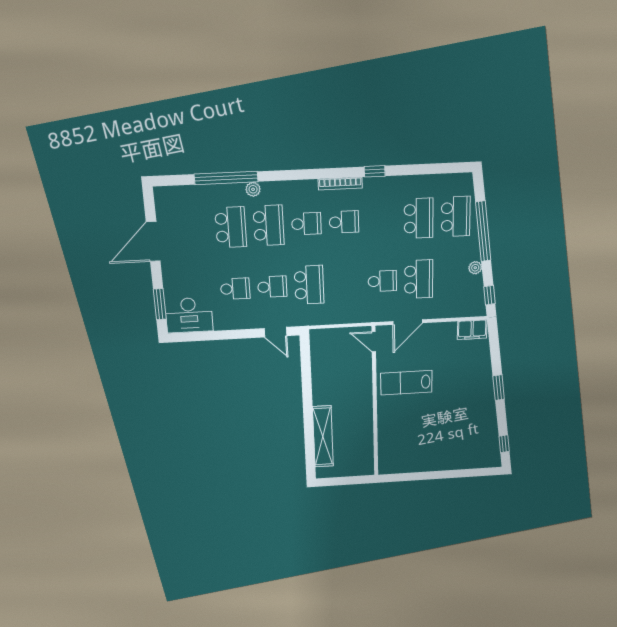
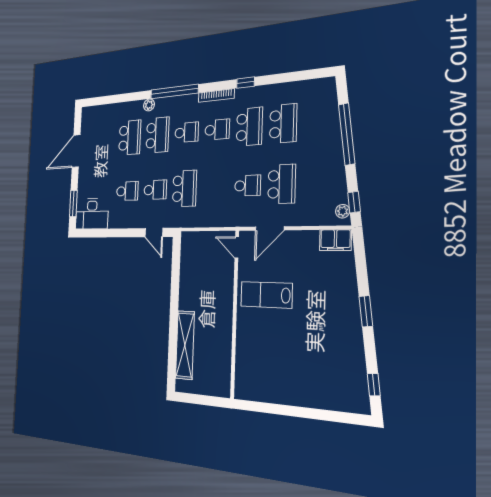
window: (226, 178) -> (174, 91), moved
school desk: (456, 217) -> (249, 127), moved
plant: (475, 268) -> (343, 211), moved

